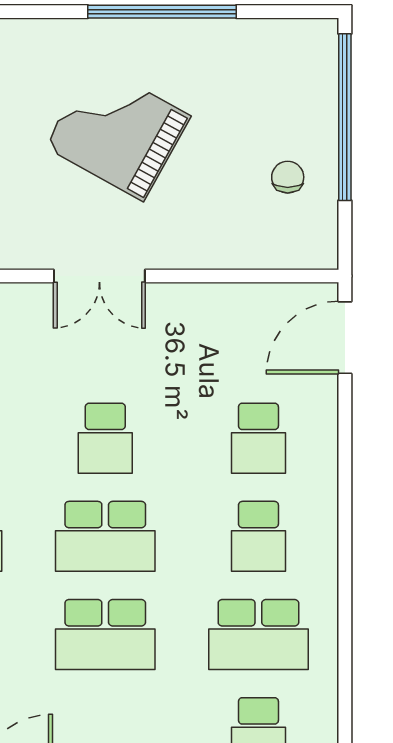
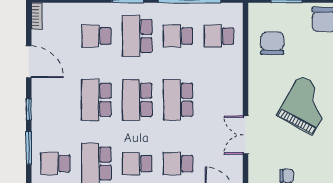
double door: (99, 276) -> (246, 135), moved
school desk: (105, 438) -> (178, 100), width x1.85

